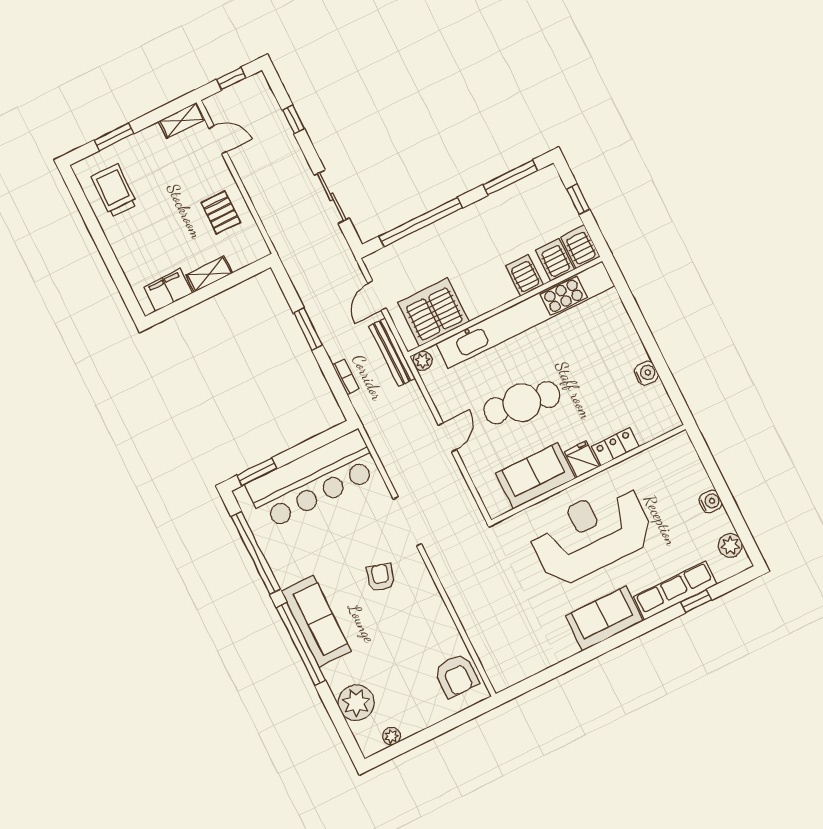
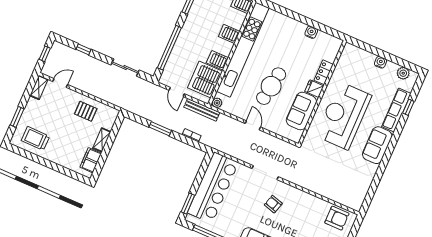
server rack: (555, 260) -> (217, 60), moved

